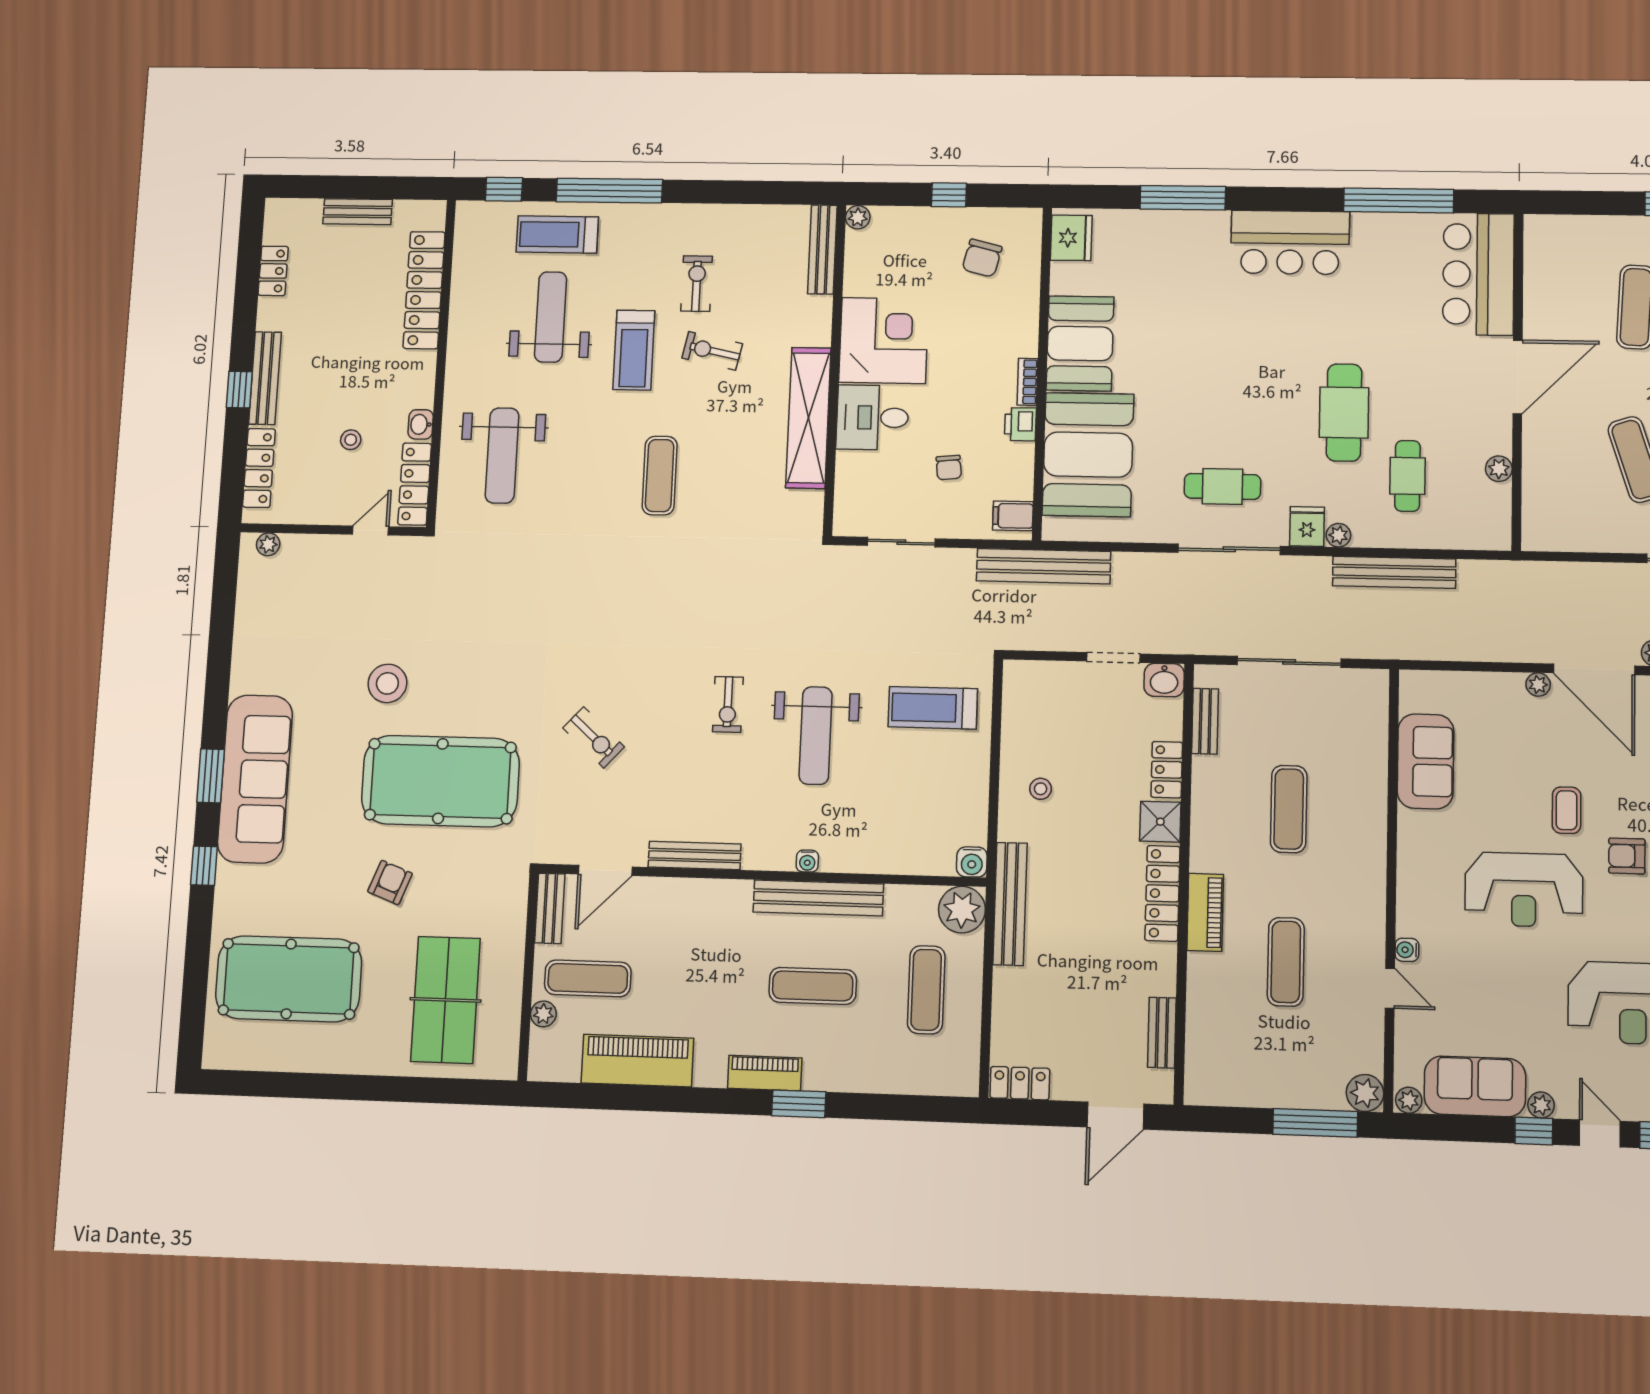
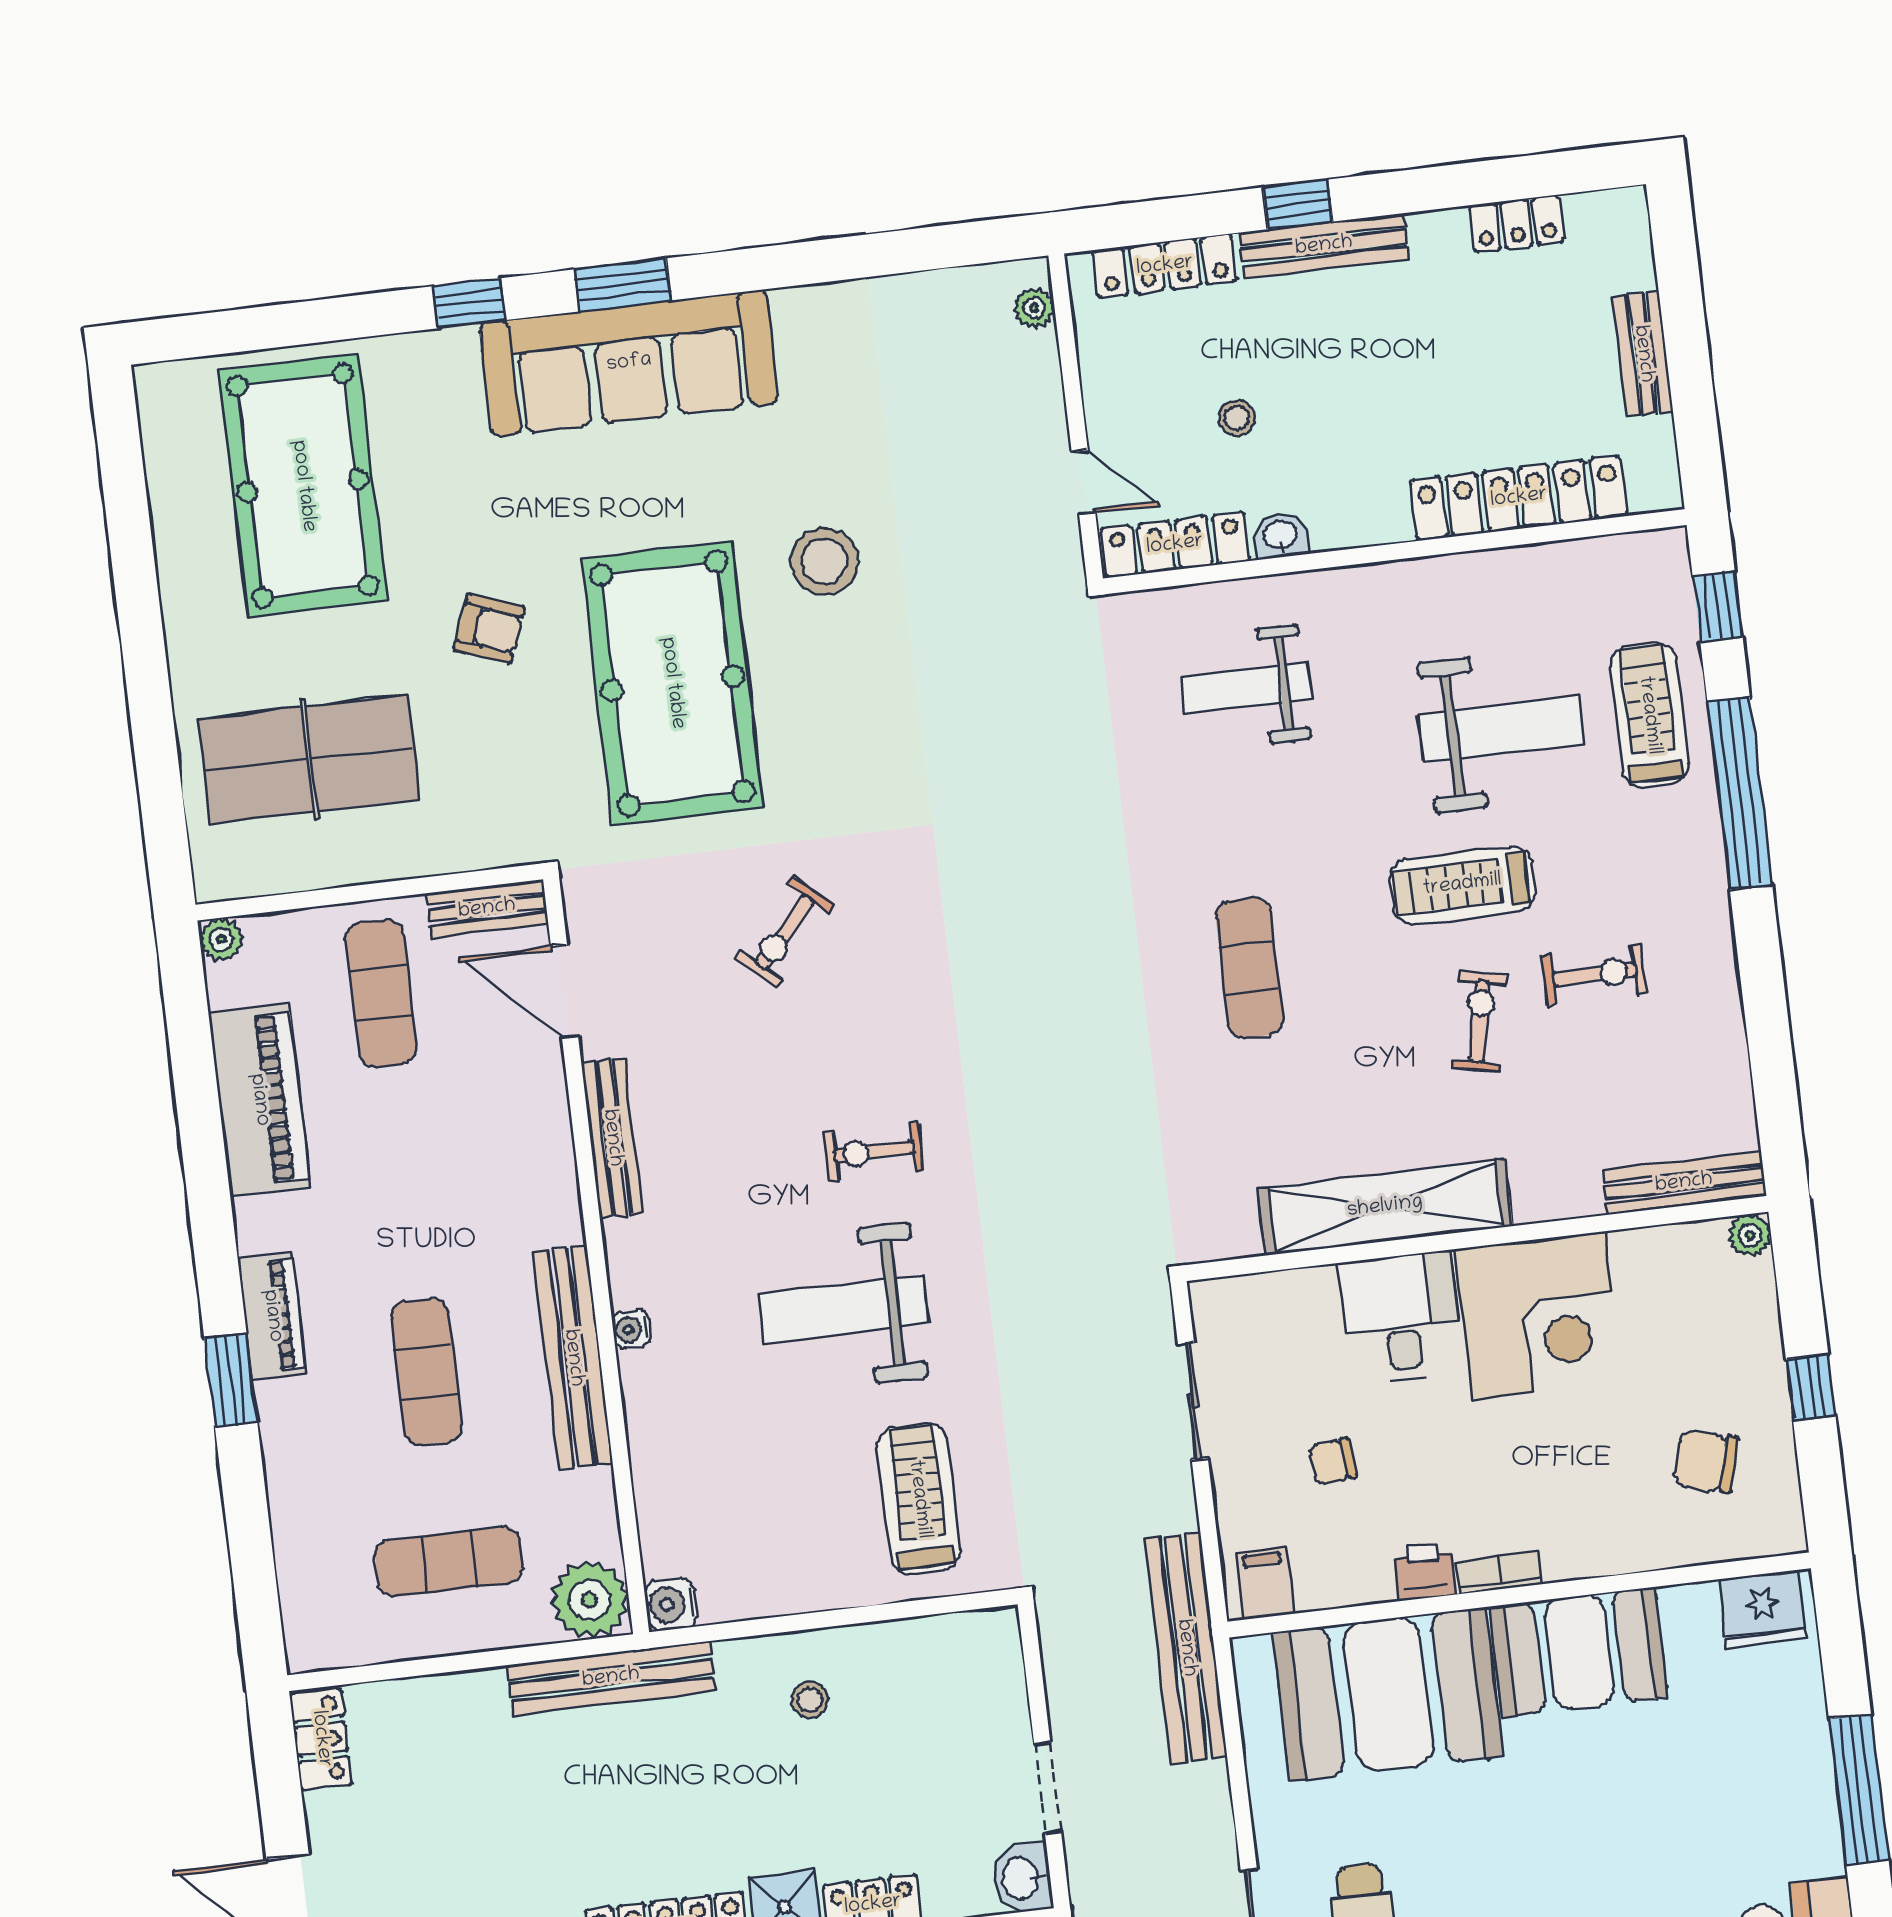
weight bench: (502, 456) -> (1246, 688), width x0.73, depth x0.75
exercise mat: (660, 476) -> (1249, 968), turned 90
plant: (543, 1014) -> (221, 939), moved

